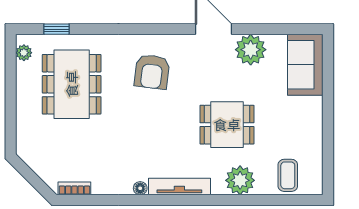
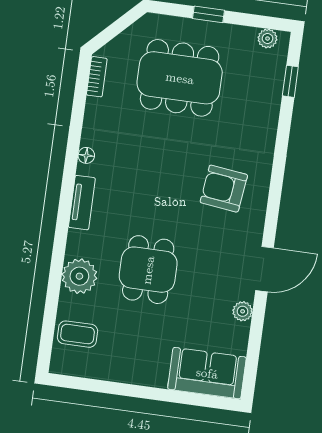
plant: (251, 50) -> (243, 311), width x0.53, depth x0.53
dining table: (72, 84) -> (180, 78), moved
window: (11, 104) -> (209, 14), added
tv unit: (179, 187) -> (82, 203), width x0.71

